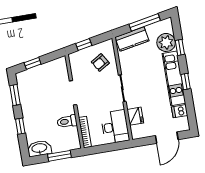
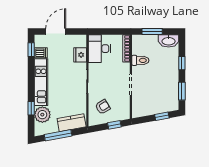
window: (186, 82) -> (31, 50), moved

